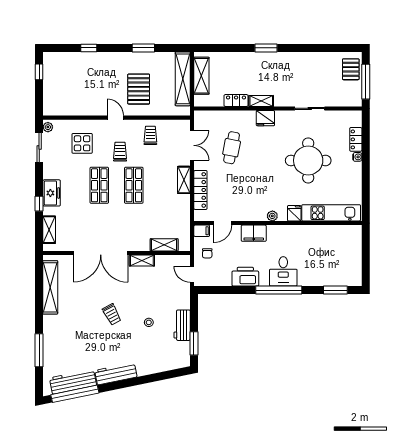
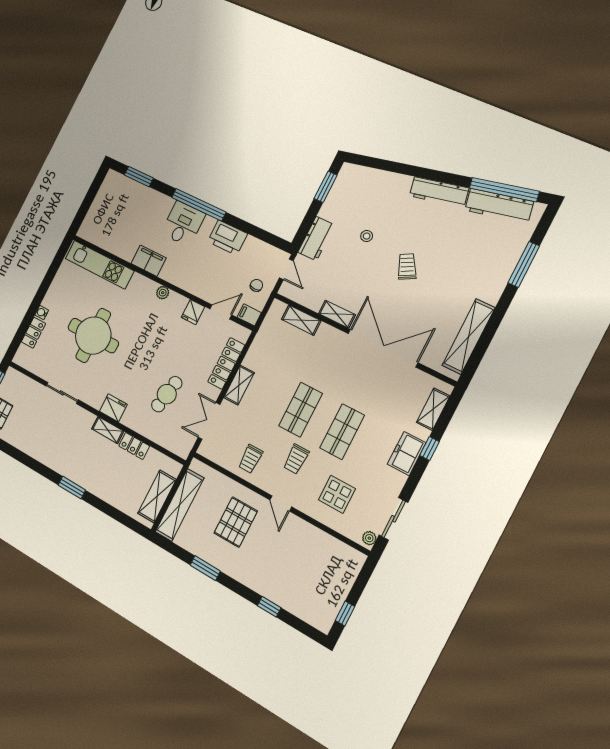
fridge: (294, 213) -> (193, 312), moved
filing cabinet: (254, 233) -> (149, 261), moved
workbench: (182, 325) -> (316, 239), moved

